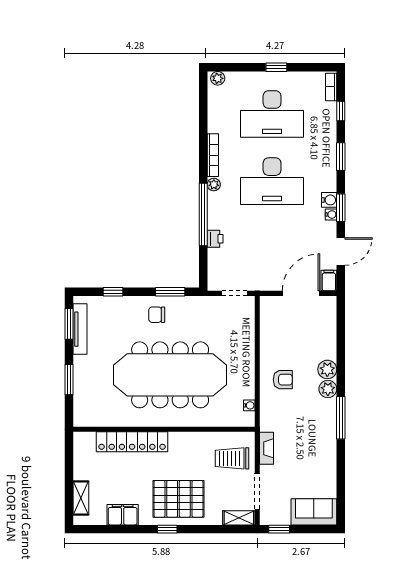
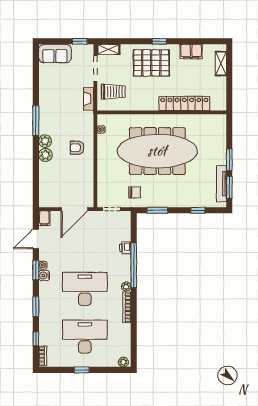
door: (301, 293) -> (74, 209), moved
chair: (157, 315) -> (135, 192), moved
window: (69, 380) -> (229, 160), moved

